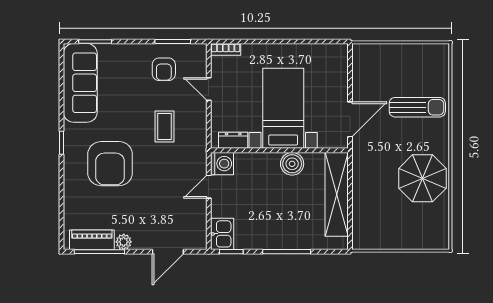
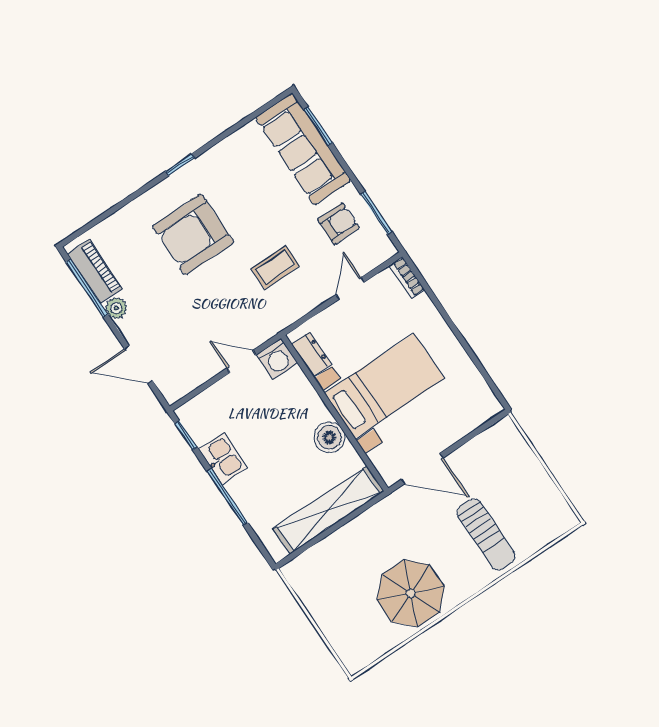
armchair: (164, 69) -> (339, 224), turned 180
sofa: (80, 83) -> (303, 149), moved, turned 90
kitchen sink: (222, 234) -> (223, 458), moved, turned -90

